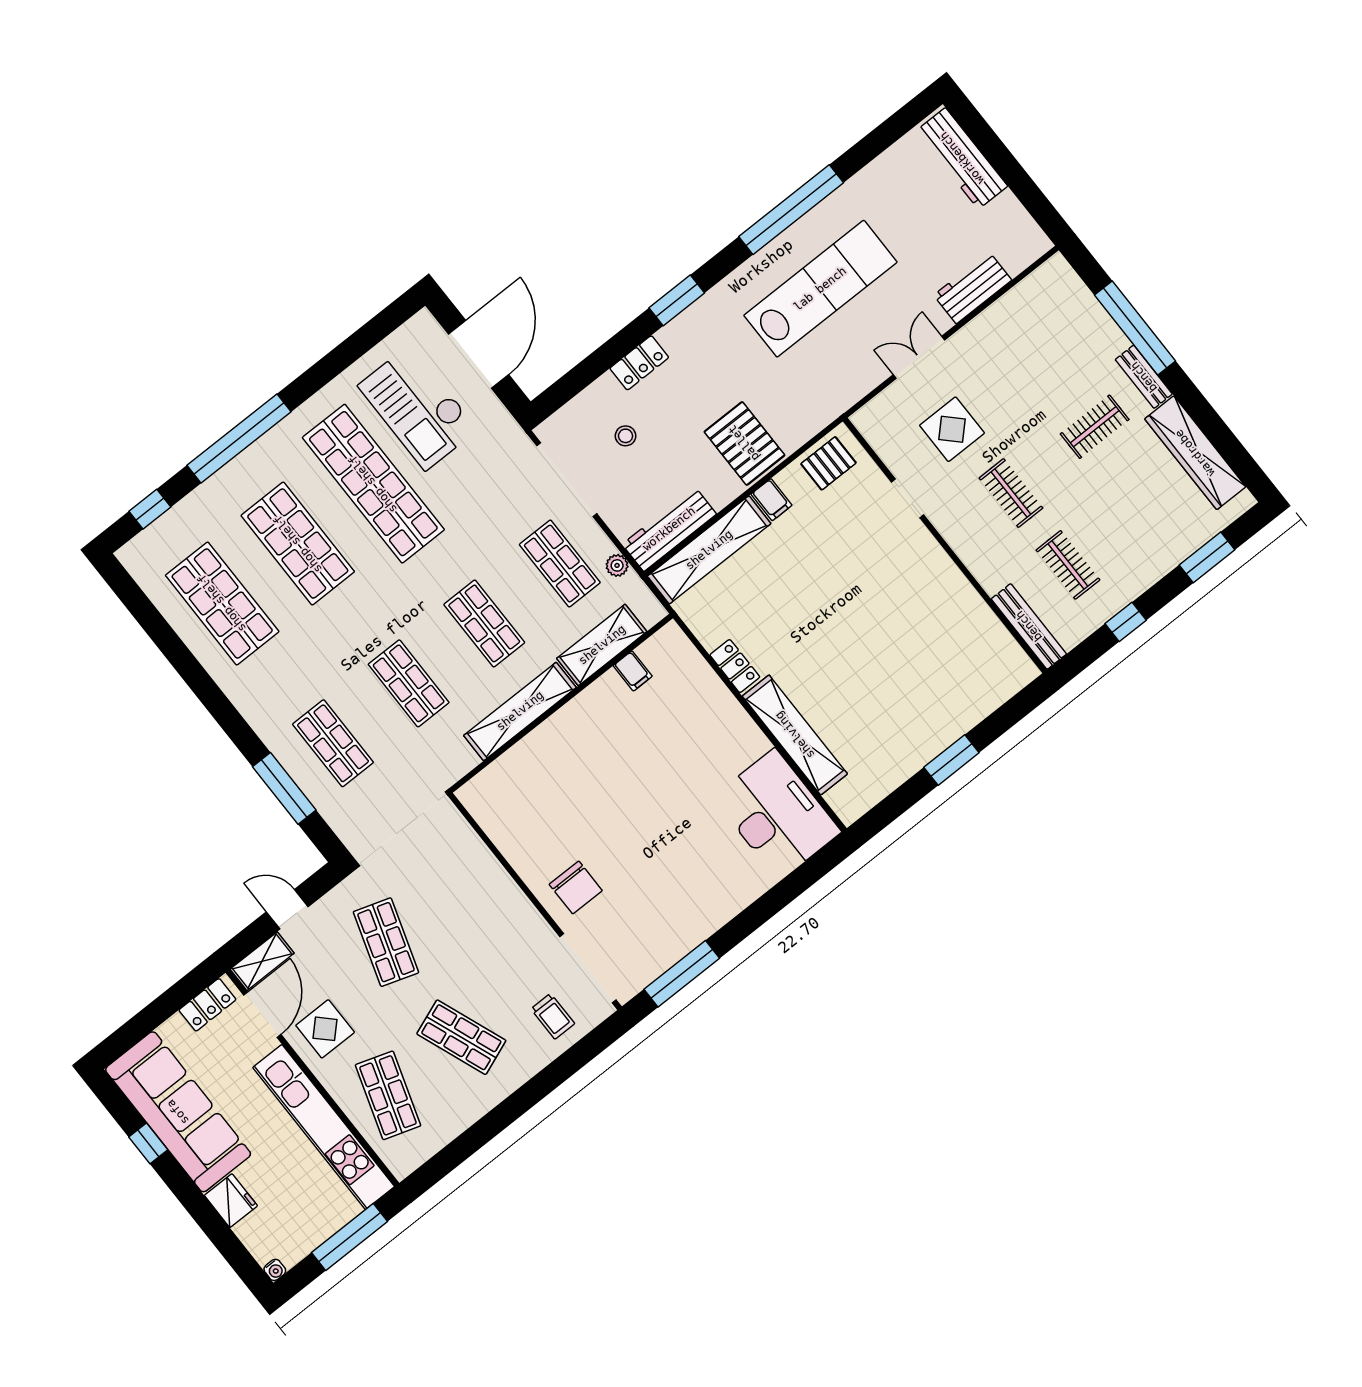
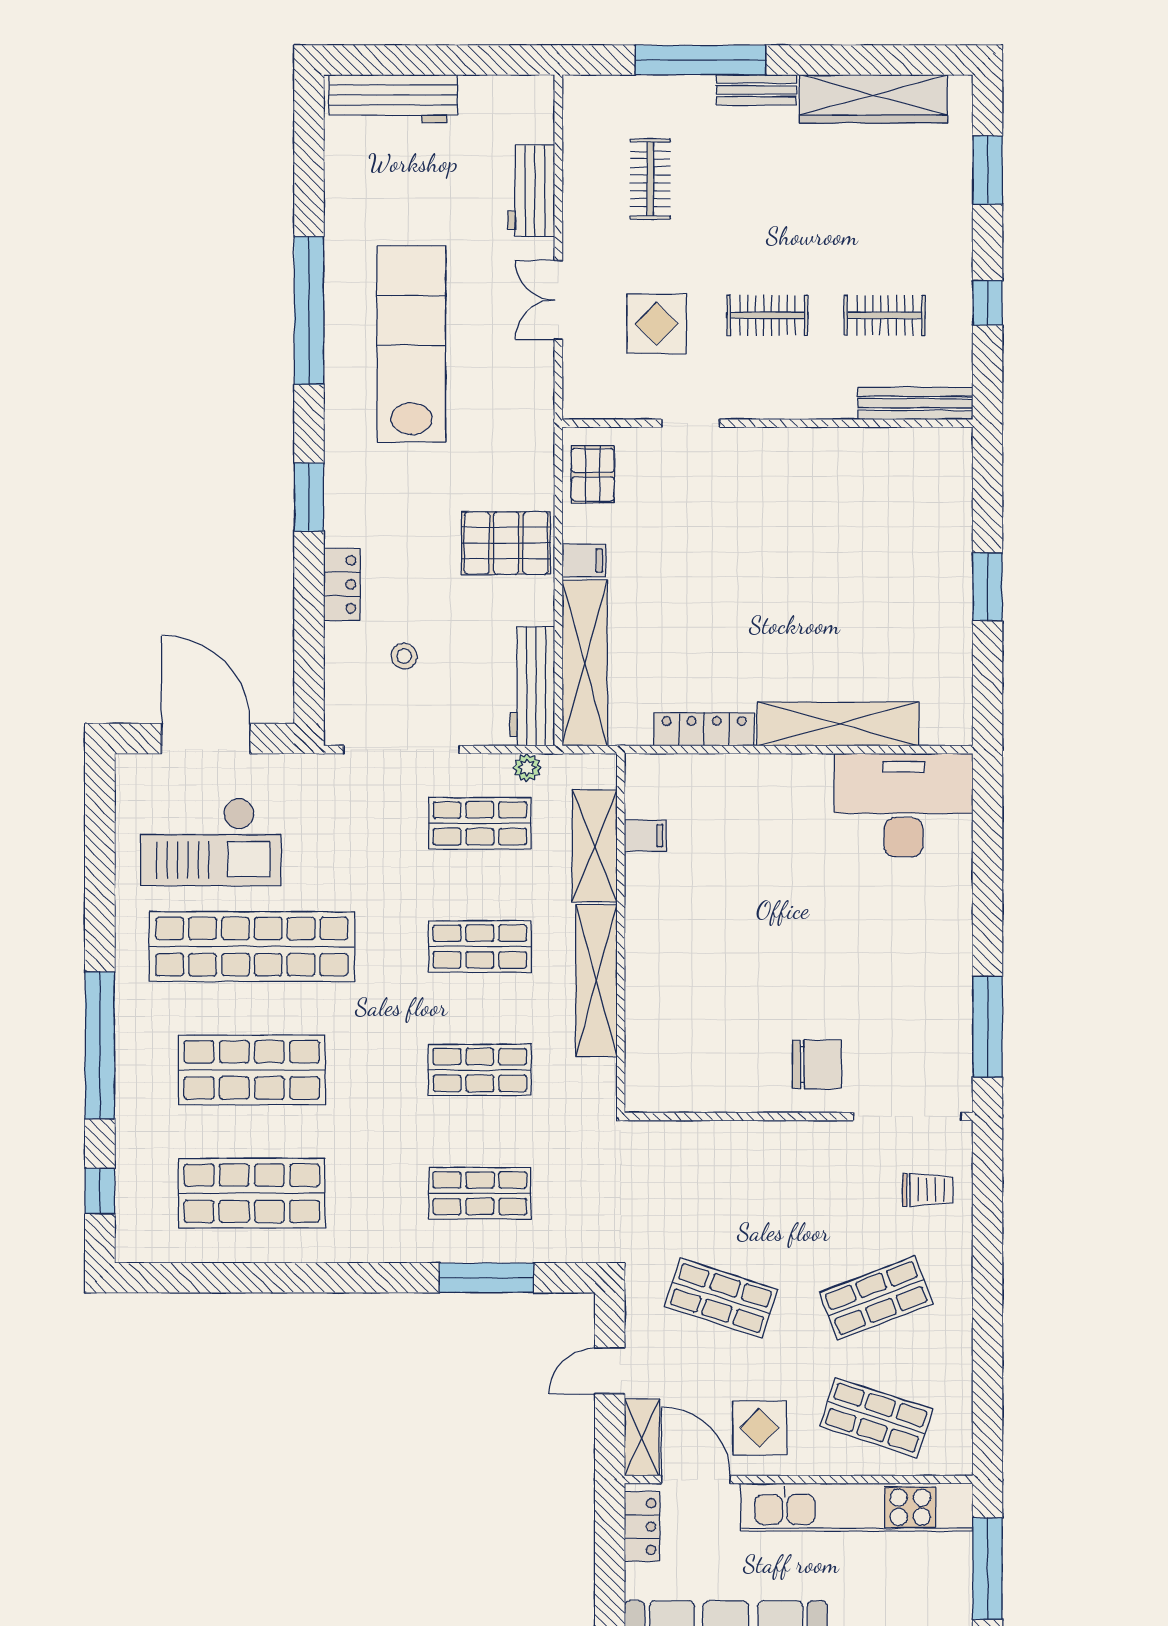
clothes rail: (1095, 427) -> (650, 179), moved
locker: (735, 666) -> (704, 729), width x1.53

